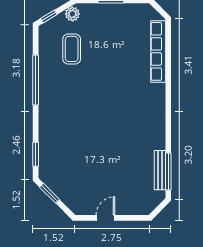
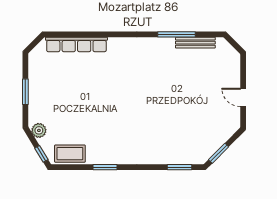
coffee table: (72, 49) -> (70, 154), moved
window: (36, 80) -> (105, 167), width x0.47
window: (168, 172) -> (176, 34), moved

